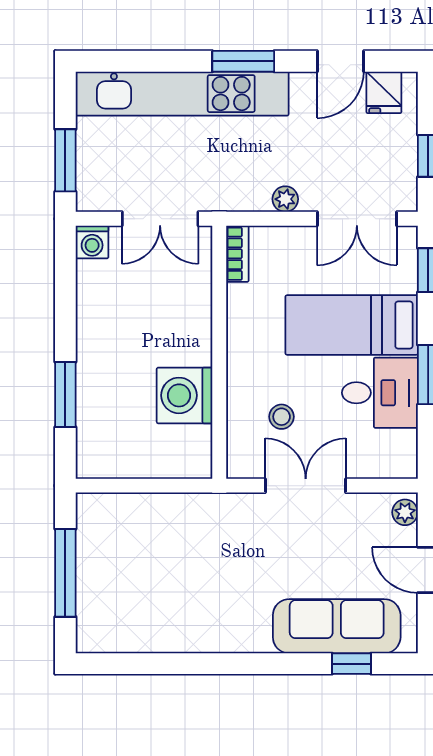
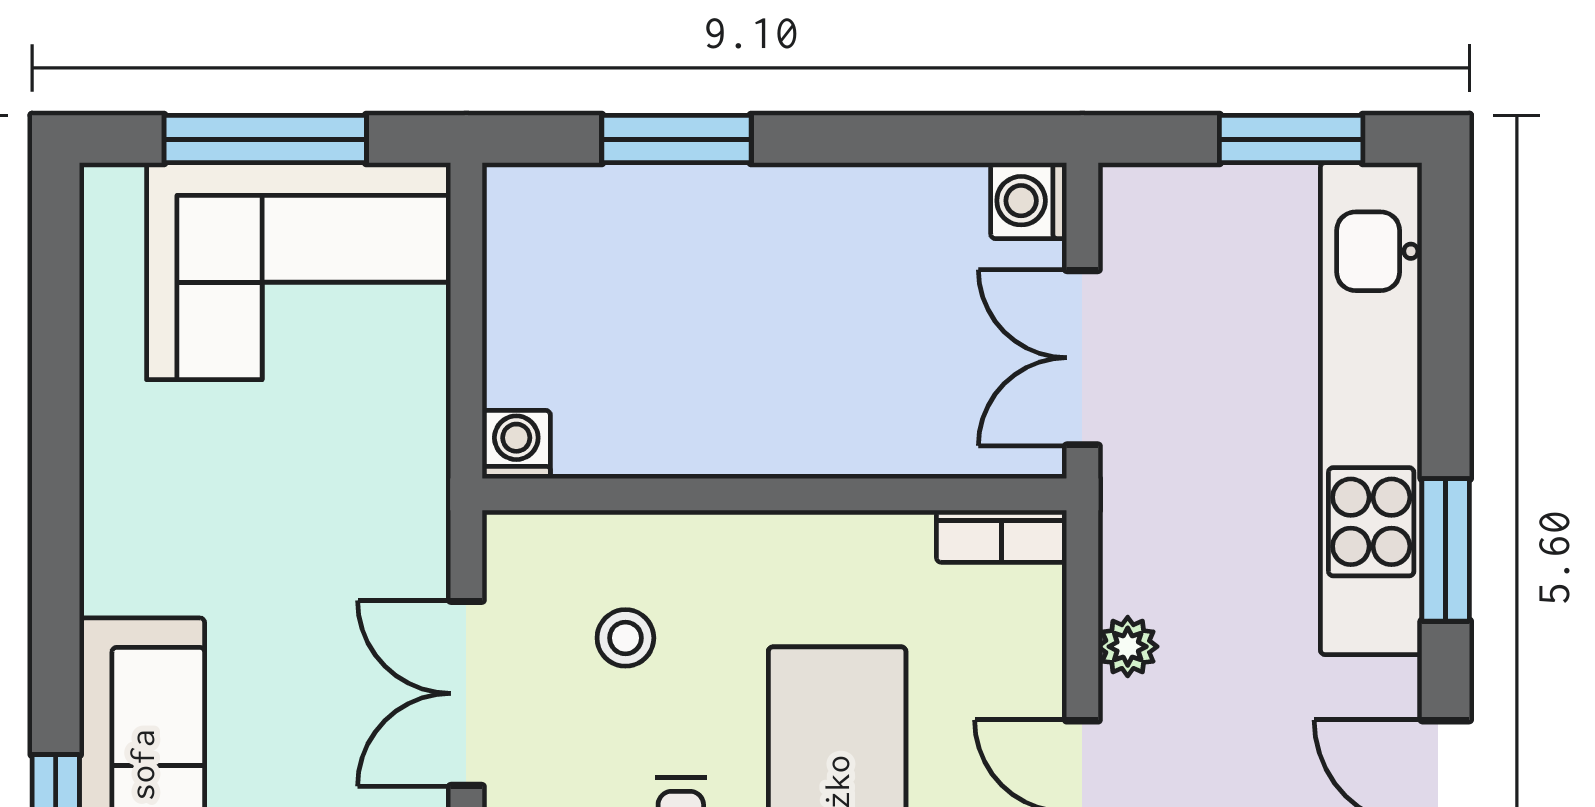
window: (65, 160) -> (1291, 139), moved
washing machine: (185, 395) -> (516, 445), moved, width x0.53, depth x0.53
double door: (306, 486) -> (466, 693), swing flipped
corner sofa: (123, 558) -> (299, 271), added

